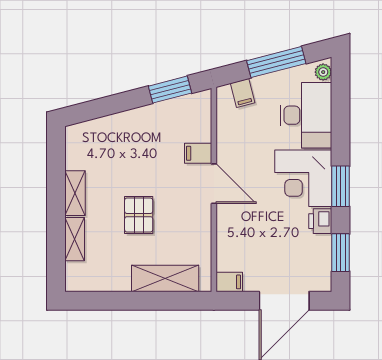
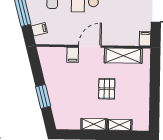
window: (170, 90) -> (43, 96), moved
pallet: (139, 215) -> (107, 89), turned 90
shelving: (165, 278) -> (123, 56), moved, turned 90

